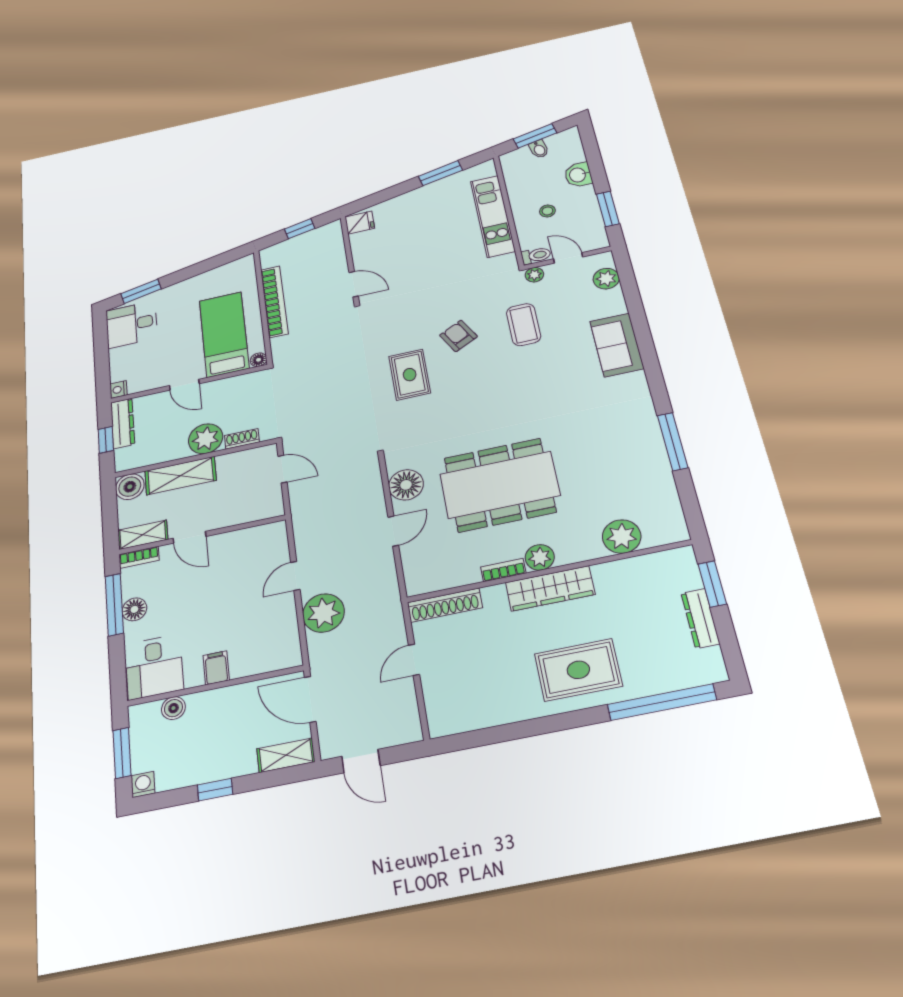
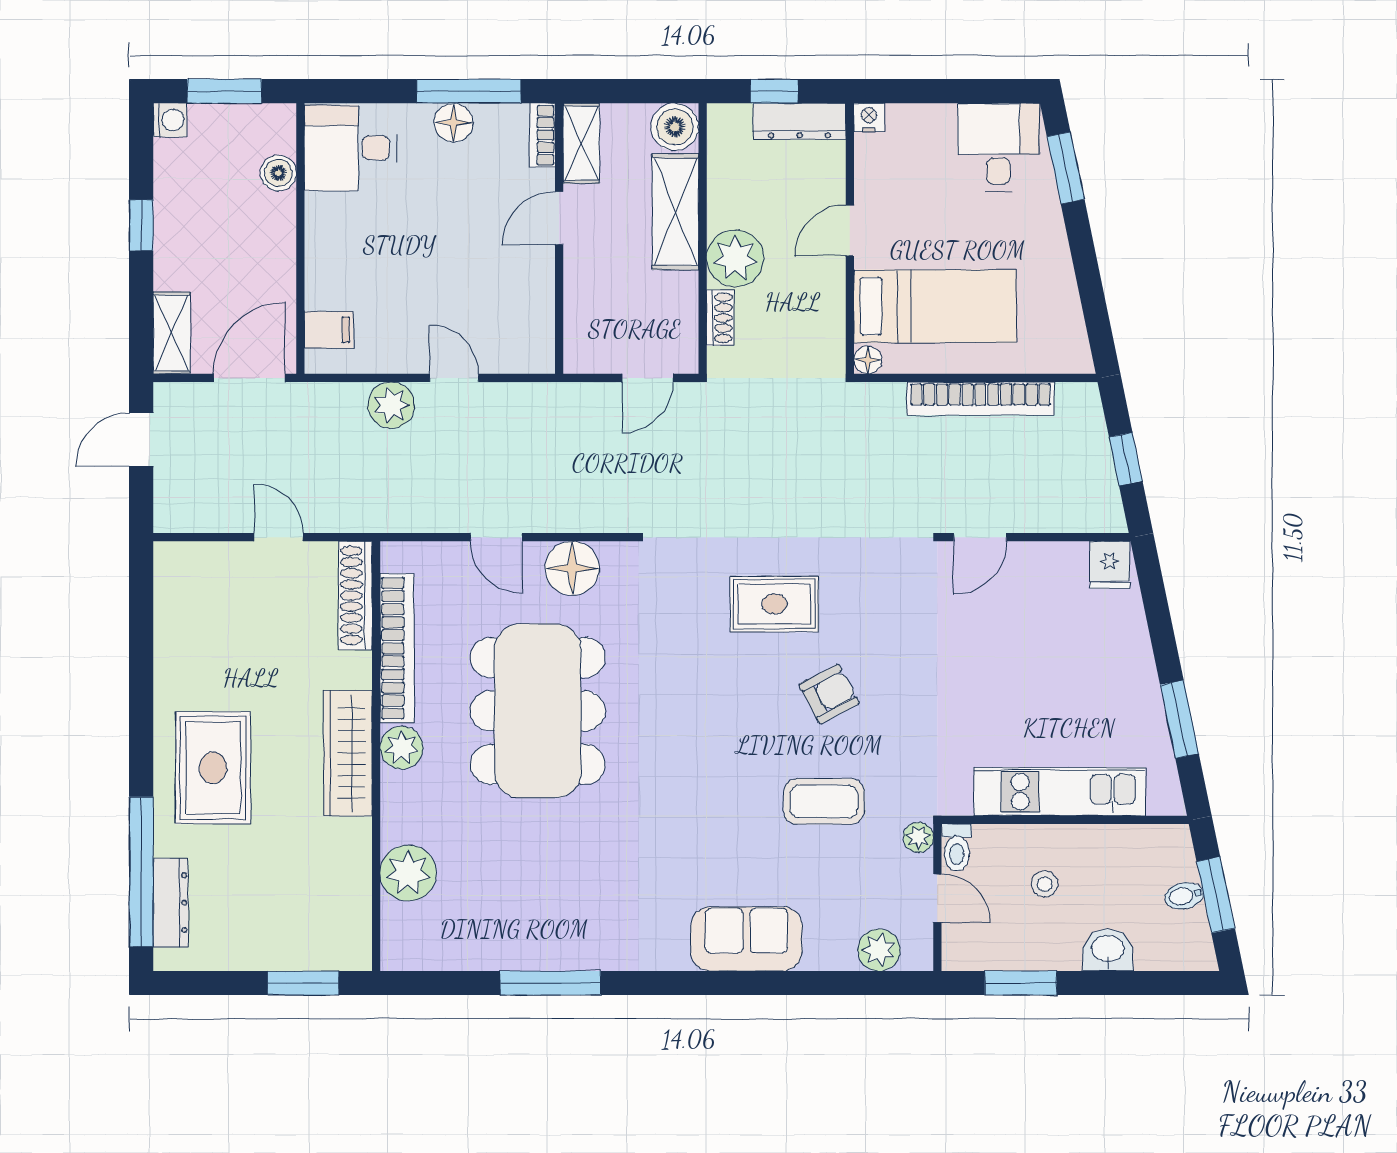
door: (568, 258) -> (937, 898), hinge flipped
bookcase: (503, 570) -> (397, 648), width x2.31, depth x1.31
plant: (323, 613) -> (391, 405), width x0.73, depth x0.73
dresser: (700, 618) -> (171, 903), moved, turned 90
filing cabinet: (216, 668) -> (329, 330), moved

